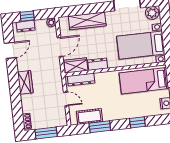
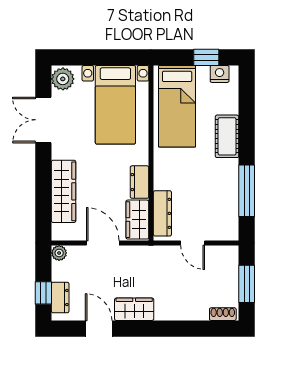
wardrobe: (25, 82) -> (134, 309), moved
door: (66, 99) -> (193, 243), swing flipped
cot: (89, 116) -> (227, 136), moved
window: (137, 122) -> (247, 126), removed
window: (100, 127) -> (247, 191), width x1.44

